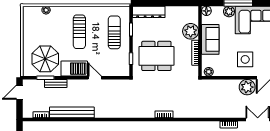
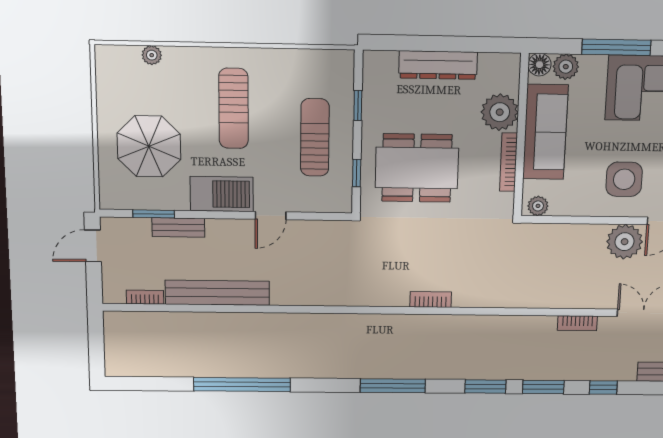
plant: (229, 11) -> (566, 67), moved
dresser: (149, 12) -> (438, 65), moved
sun lounger: (114, 32) -> (315, 137), moved
sofa: (210, 39) -> (545, 132), width x1.36
parasol: (45, 59) -> (149, 146), moved
door: (95, 78) -> (271, 216), swing flipped

